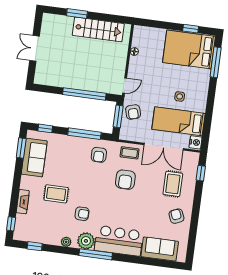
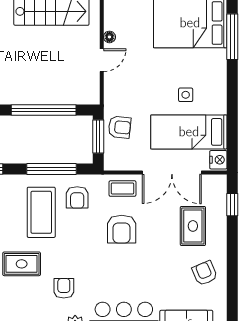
door: (125, 86) -> (102, 60), moved
armchair: (133, 112) -> (120, 127), turned -68
coffee table: (74, 161) -> (41, 212), added
armchair: (82, 214) -> (64, 288), turned -90

